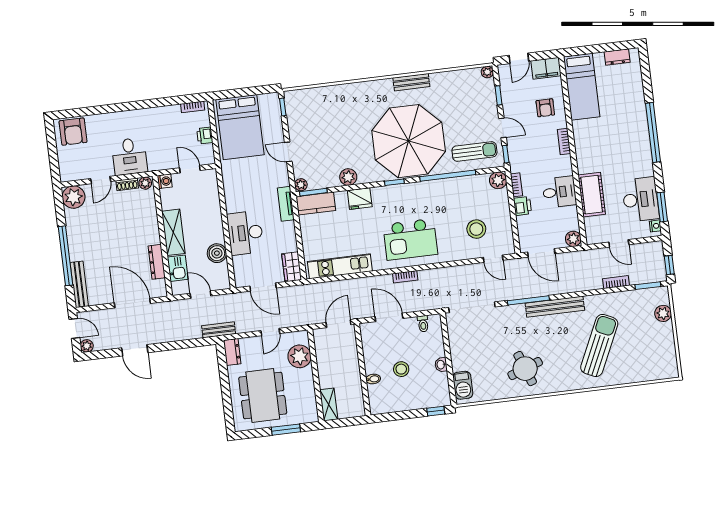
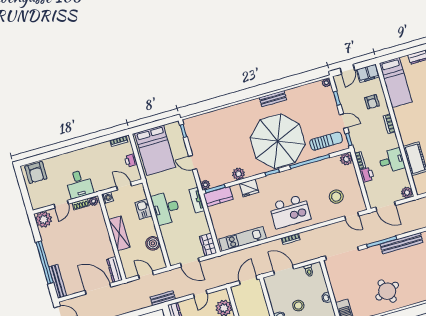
desk: (245, 233) -> (166, 208), moved
dresser: (157, 262) -> (114, 270), moved
kitchen sink: (178, 268) -> (143, 209), moved, turned 180

